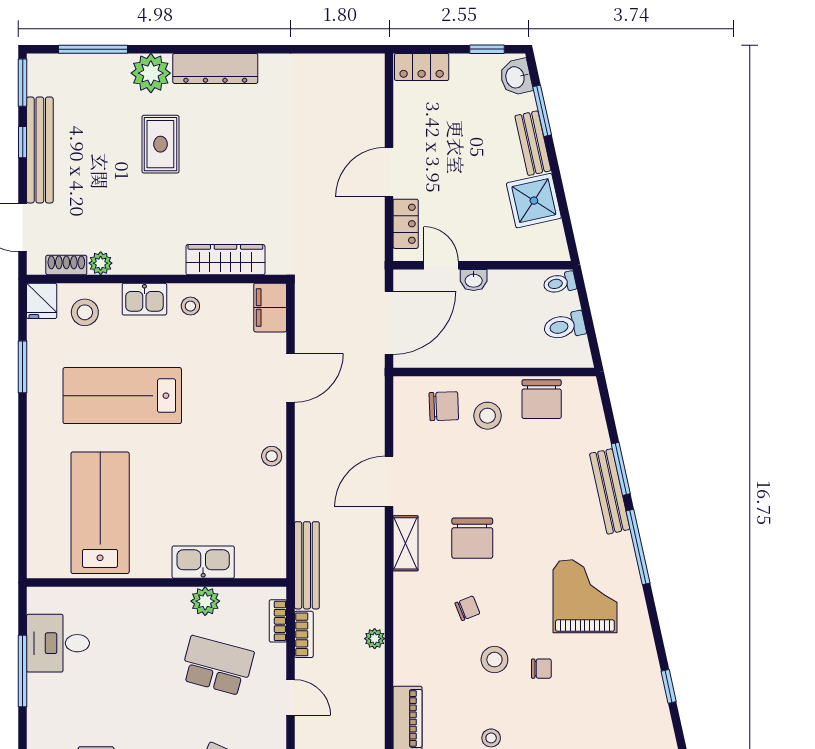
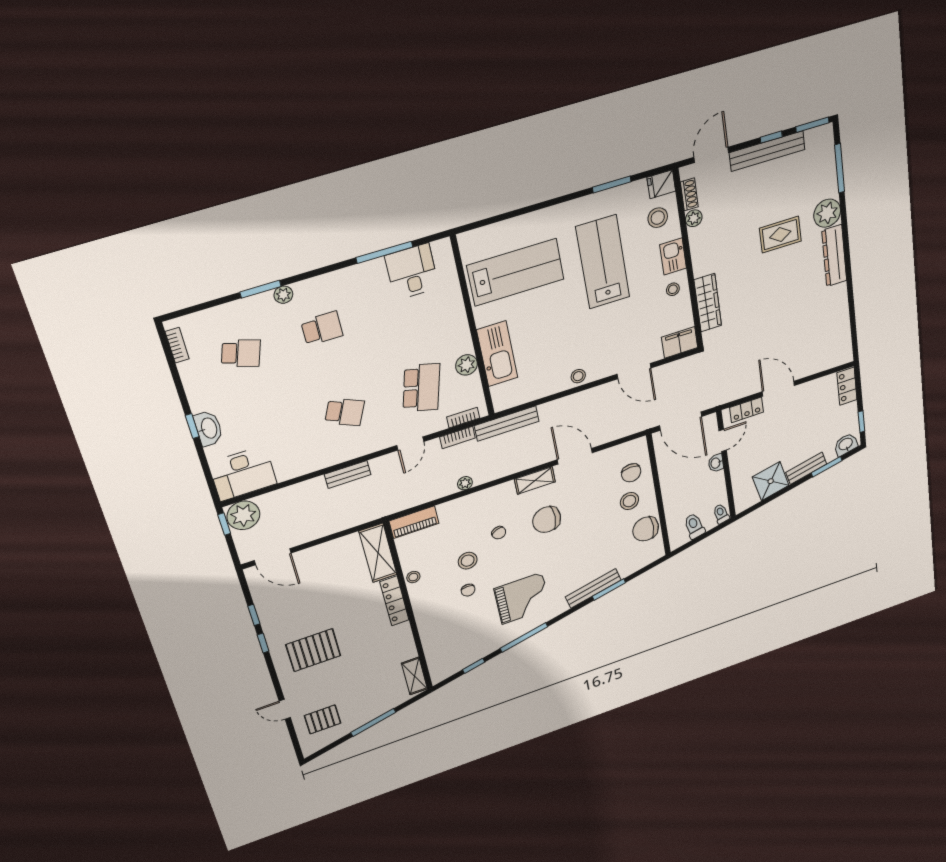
window: (638, 547) -> (524, 637), moved
kitchen sink: (203, 562) -> (497, 354), width x1.36, depth x1.24

